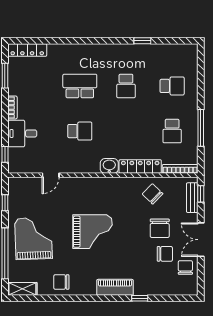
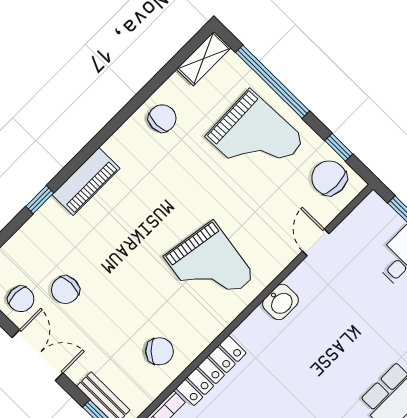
school desk: (80, 131) -> (336, 338), removed
washbasin: (109, 166) -> (280, 302), moved
chair: (160, 228) -> (329, 178), moved
grand piano: (92, 232) -> (209, 267), moved, turned -81

